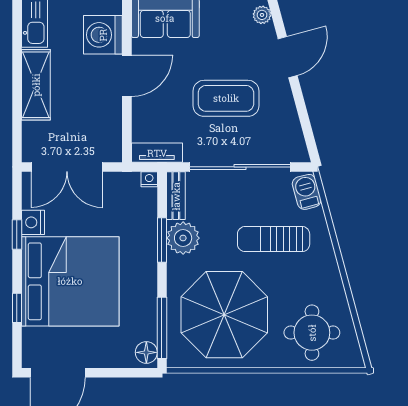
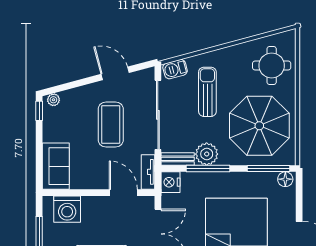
door: (288, 57) -> (115, 73), moved
door: (127, 76) -> (123, 193), moved
nightstand: (149, 179) -> (170, 182), width x1.89, depth x1.79
sun lounger: (274, 239) -> (207, 92), turned 180
window: (162, 240) -> (208, 168), width x1.44

